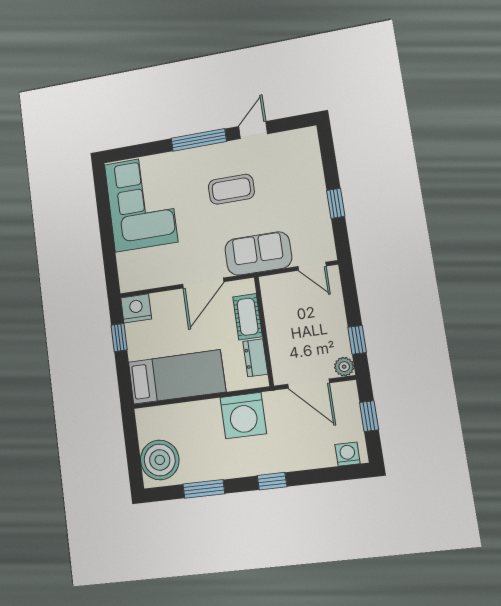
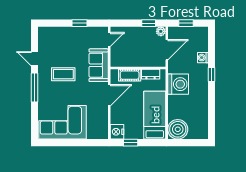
coffee table: (231, 189) -> (63, 74), turned 90
door: (203, 283) -> (109, 95), hinge flipped
washing machine: (348, 454) -> (203, 58), moved
boiler: (160, 460) -> (178, 129), moved
window: (204, 489) -> (212, 109), removed

